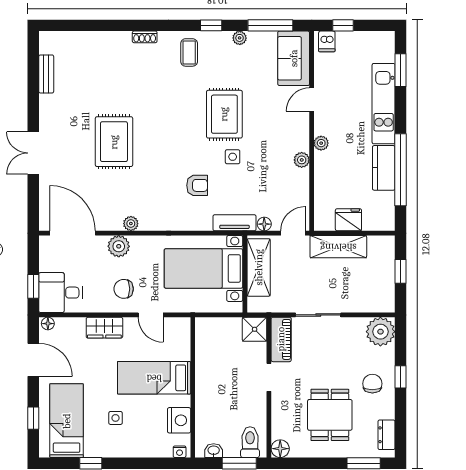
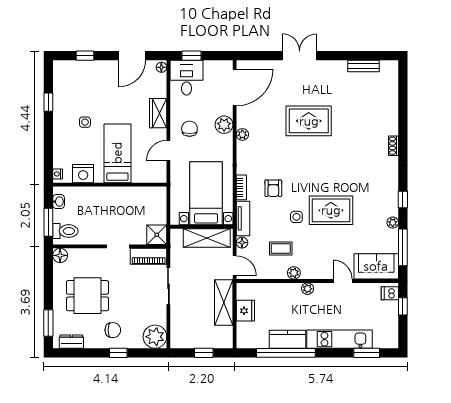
coffee table: (189, 52) -> (281, 248), moved
bookcase: (196, 225) -> (241, 187), added
bed: (67, 421) -> (83, 82), removed

